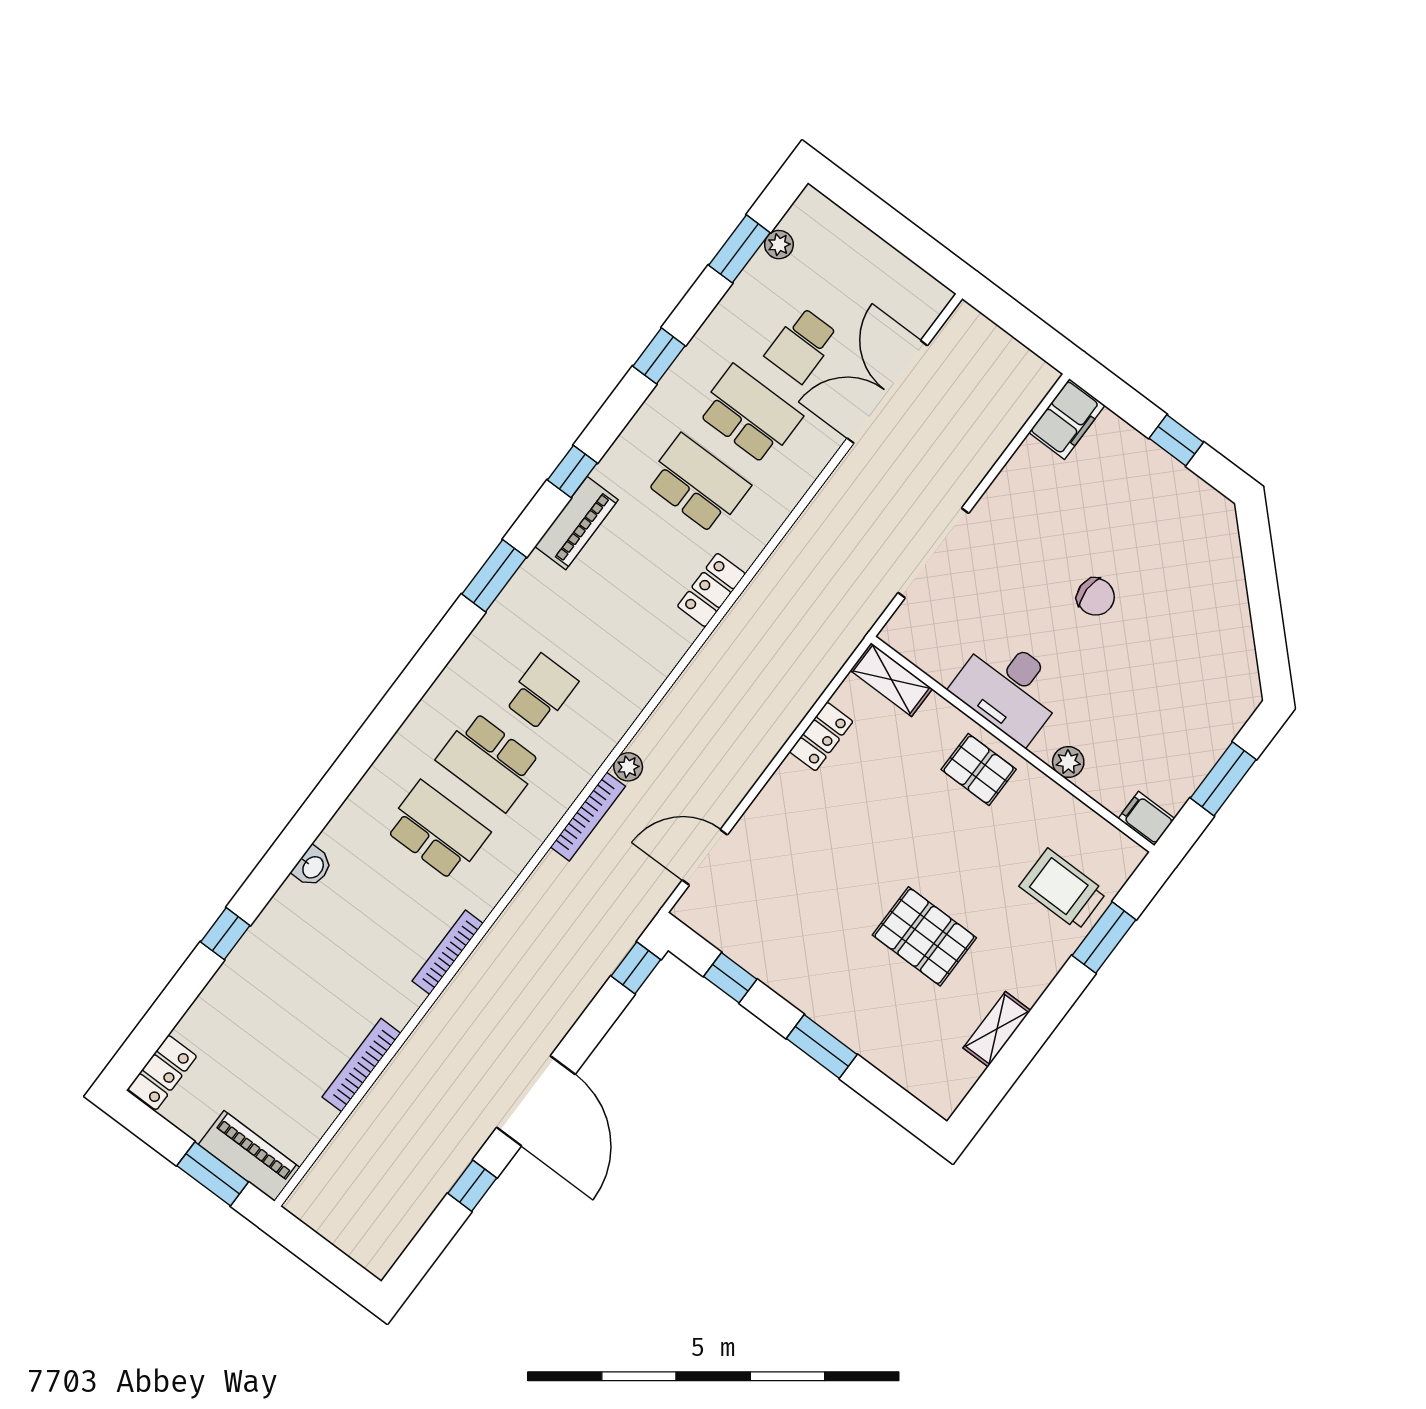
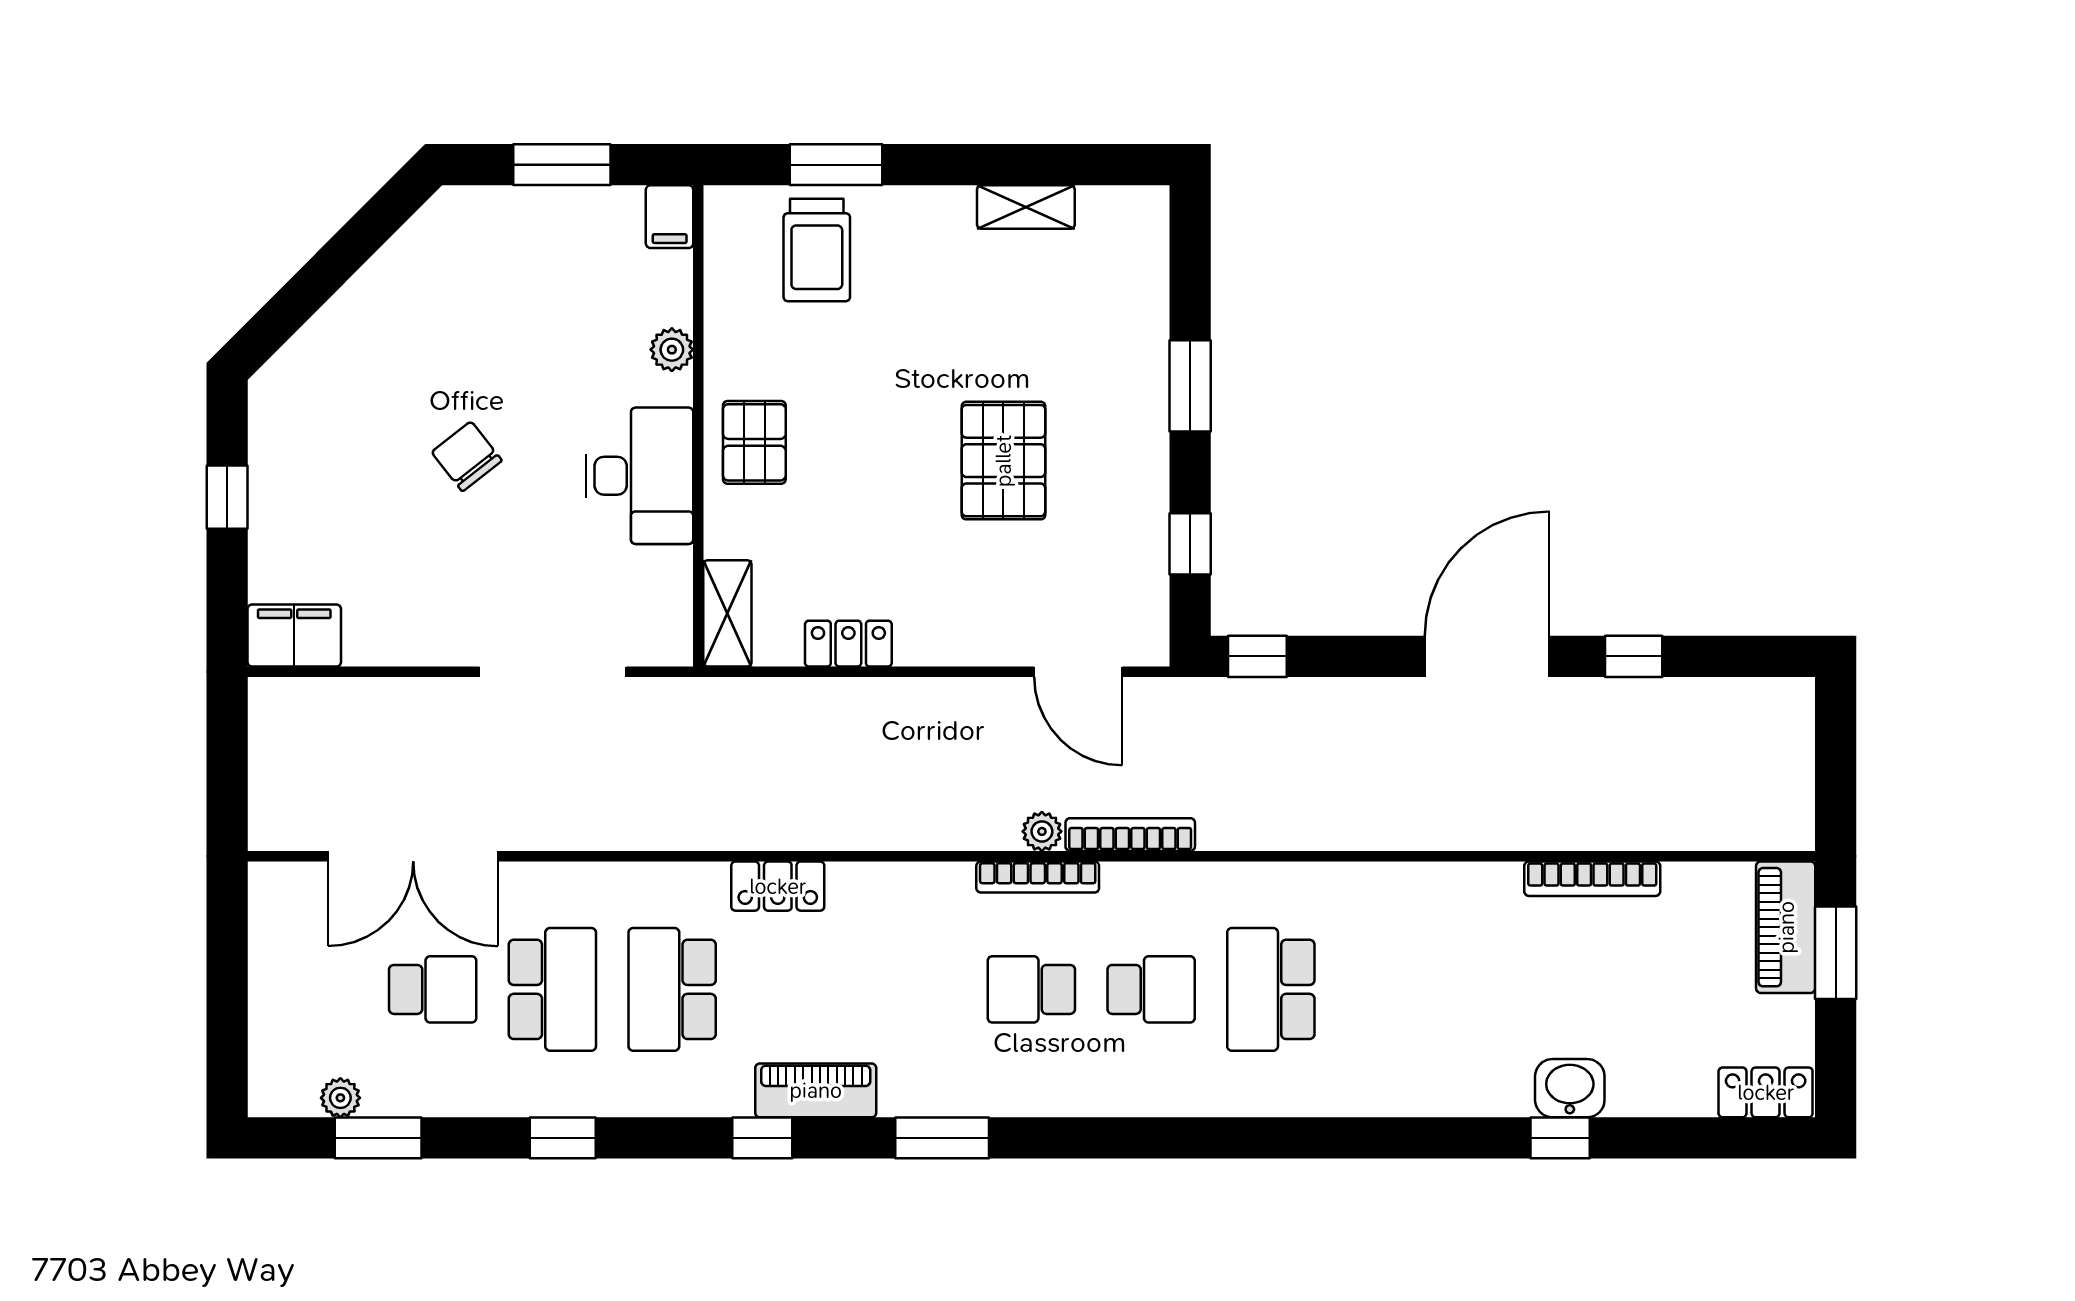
school desk: (750, 415) -> (552, 989), turned 180
chair: (1096, 597) -> (467, 456), turned -38
school desk: (489, 761) -> (1151, 989), width x0.54
washbasin: (312, 867) -> (1570, 1088), moved, width x1.38, depth x1.45
pallet: (924, 936) -> (1003, 461), moved
bookcase: (448, 952) -> (1038, 877), moved

